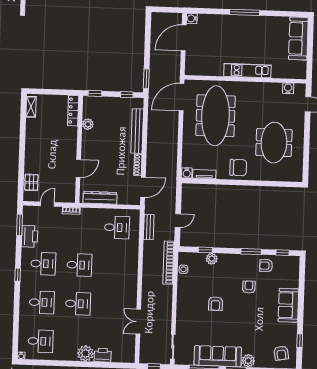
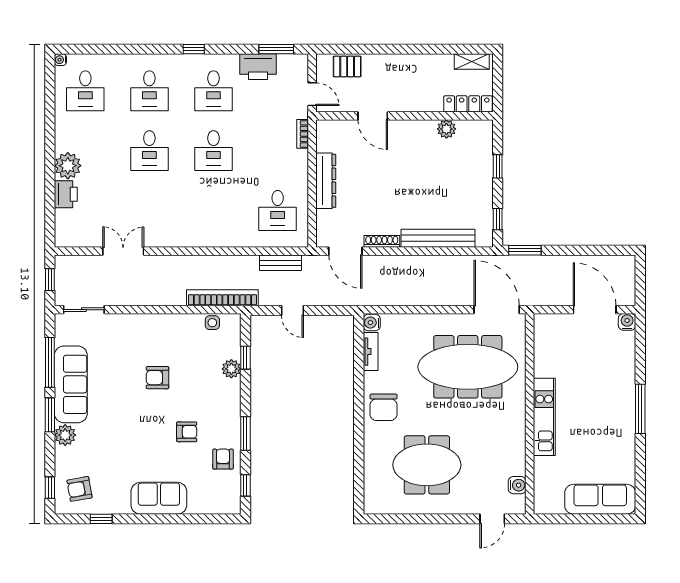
locker: (73, 111) -> (468, 104), moved
plant: (88, 124) -> (446, 129), moved
wall: (79, 149) -> (404, 116), moved
door: (78, 168) -> (373, 116), moved

